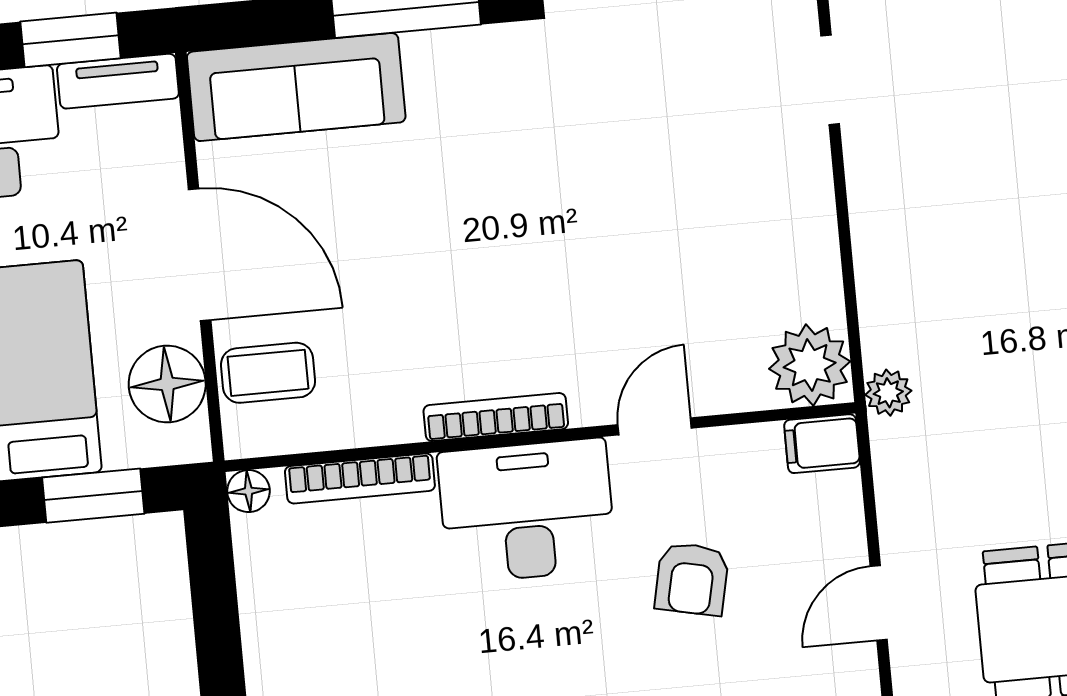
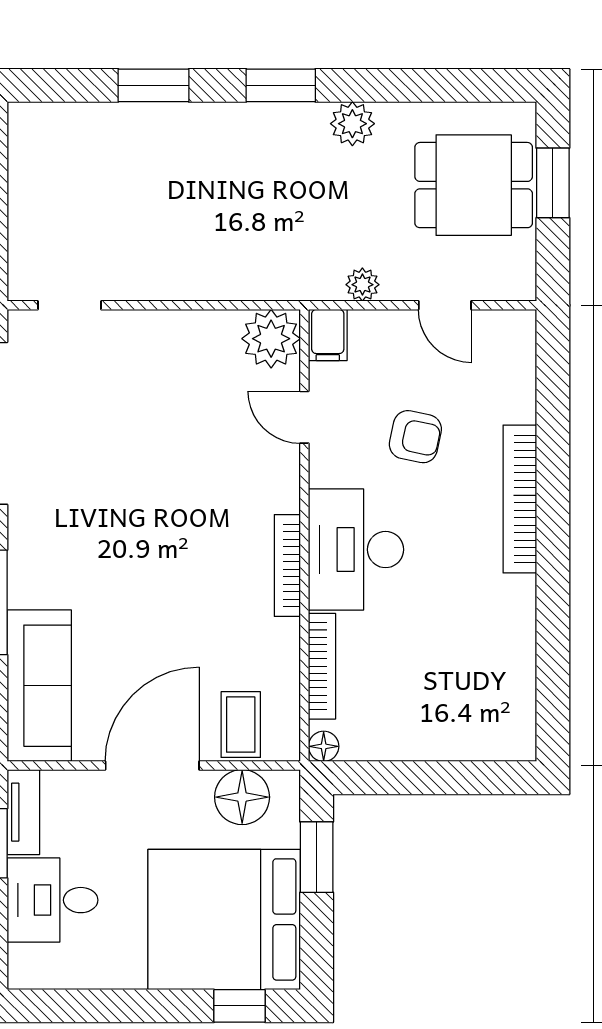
plant: (888, 393) -> (362, 285), moved
door: (655, 426) -> (304, 417), moved

